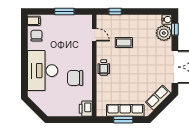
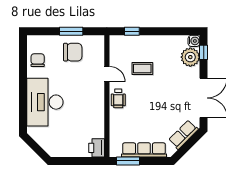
filing cabinet: (34, 21) -> (34, 42), removed
door: (94, 35) -> (107, 74), moved
chair: (75, 78) -> (73, 52), moved, turned 180
window: (123, 120) -> (128, 161), moved

